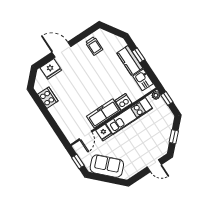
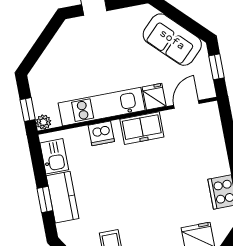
freezer: (104, 113) -> (142, 128), width x0.71
window: (174, 137) -> (43, 42), removed

